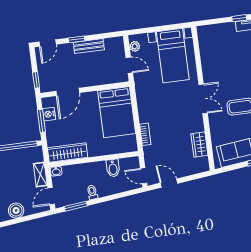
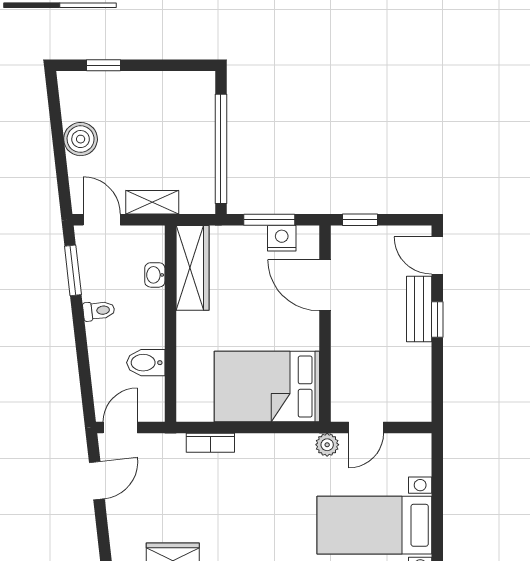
bench: (89, 46) -> (419, 309), moved
plant: (135, 46) -> (327, 445), moved
washbasin: (56, 171) -> (155, 275), moved

